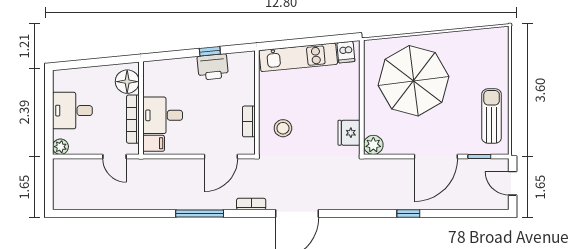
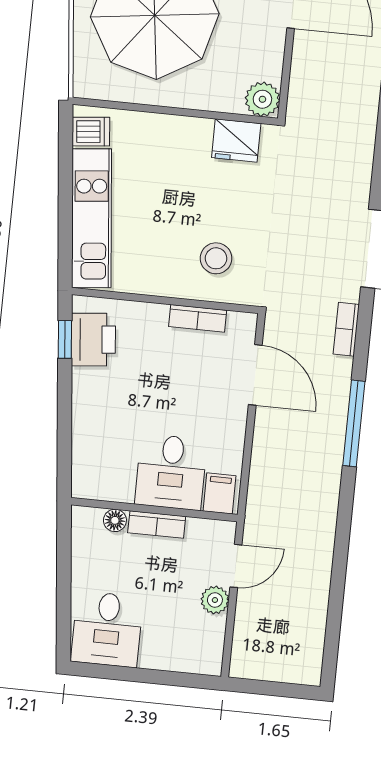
window: (210, 51) -> (65, 339), moved
printer: (213, 67) -> (93, 340), moved
floor lamp: (127, 82) -> (115, 520), width x0.53, depth x0.53
desk: (72, 111) -> (107, 629), moved
bookcase: (133, 119) -> (157, 525), width x0.64
plant: (60, 147) -> (215, 600), moved

